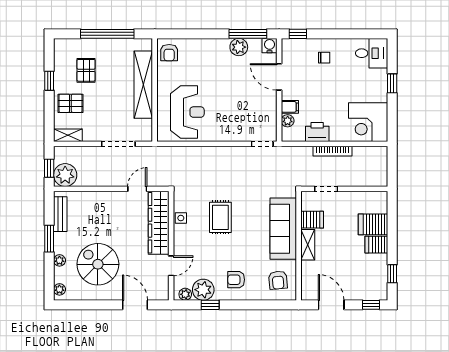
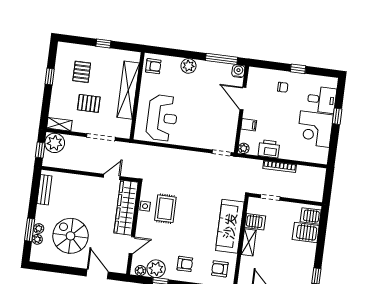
window: (107, 34) -> (103, 44), width x0.32
window: (298, 34) -> (298, 69), moved
plant: (239, 47) -> (188, 66), moved
armchair: (169, 53) -> (153, 66), turned -90
desk: (372, 53) -> (322, 100), moved
pallet: (70, 103) -> (89, 103), moved
plant: (288, 121) -> (244, 148), moved
corner desk: (368, 122) -> (315, 129), moved
plant: (65, 175) -> (55, 143), moved
rug: (220, 217) -> (165, 209), moved
window: (49, 239) -> (30, 230), moved
server rack: (376, 245) -> (311, 216), moved
armchair: (236, 280) -> (185, 264), turned 180
armchair: (278, 280) -> (220, 269), turned 95
plant: (59, 289) -> (37, 239), moved

